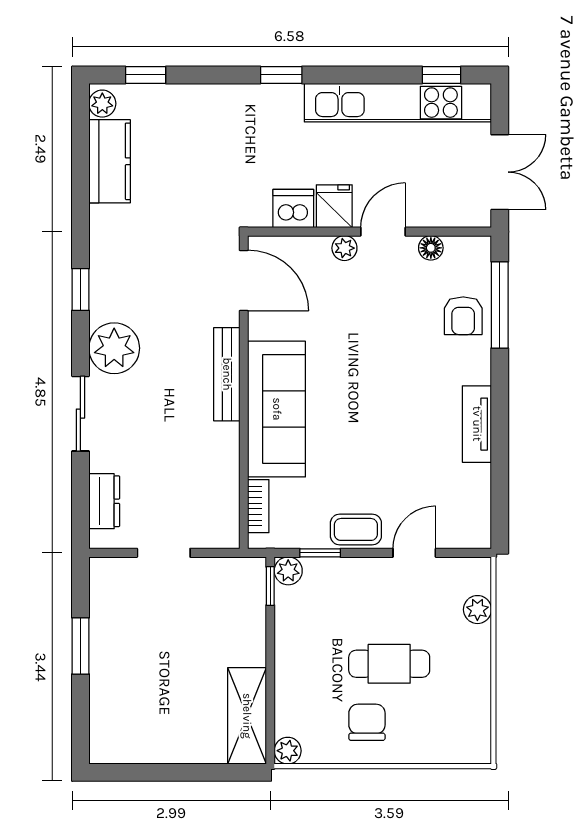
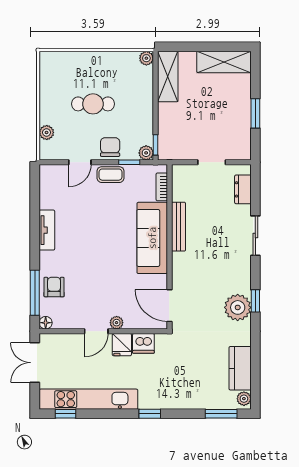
window: (146, 75) -> (221, 414), width x1.50
floor lamp: (431, 248) -> (46, 323), moved
plant: (114, 348) -> (238, 307), moved
bench: (227, 374) -> (178, 227), moved
chair: (367, 722) -> (110, 147), moved, turned 180
shelving: (140, 744) -> (224, 62), added

